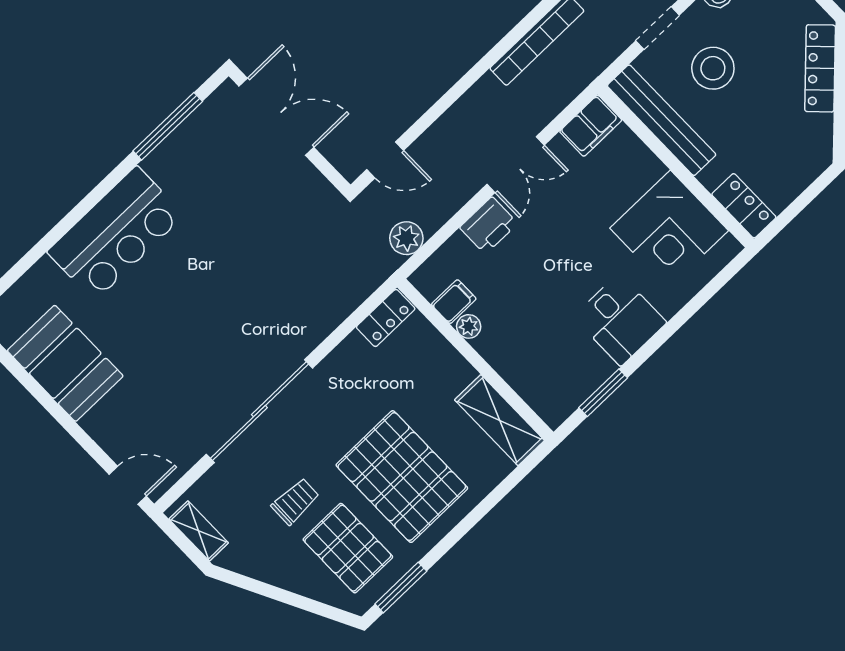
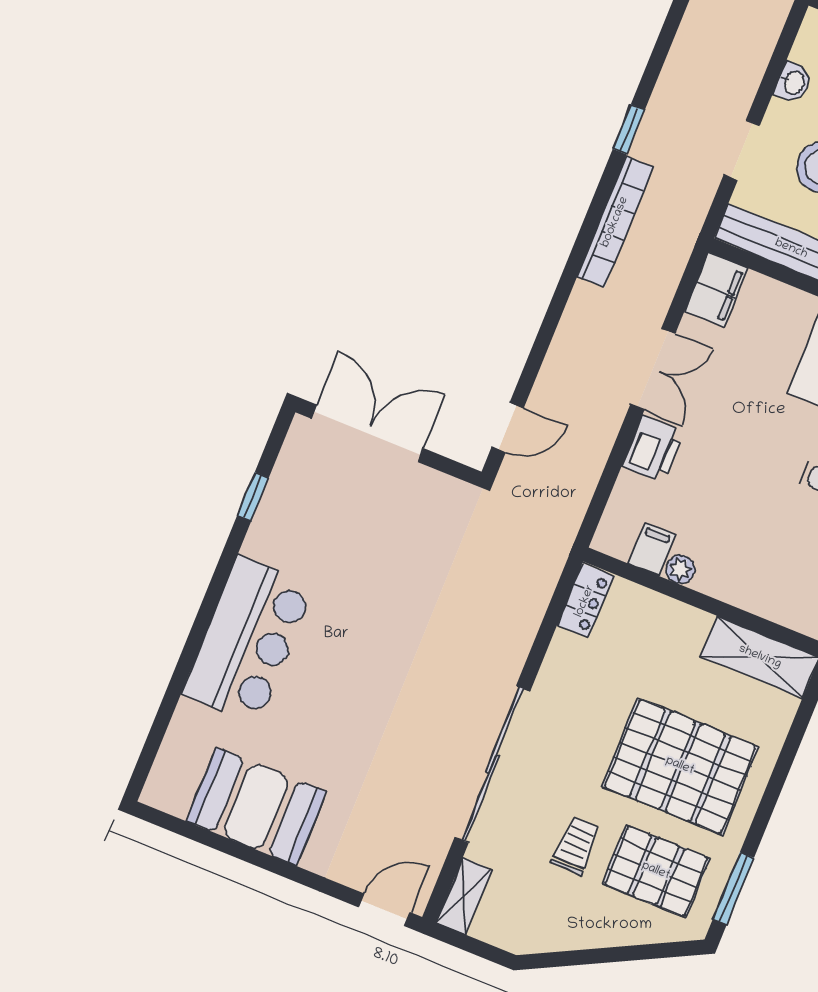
window: (168, 126) -> (253, 497), width x0.46
plant: (406, 238) -> (569, 503), removed
shelving: (199, 531) -> (464, 896), moved, turned 90

